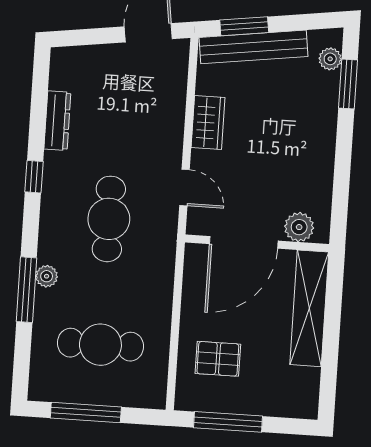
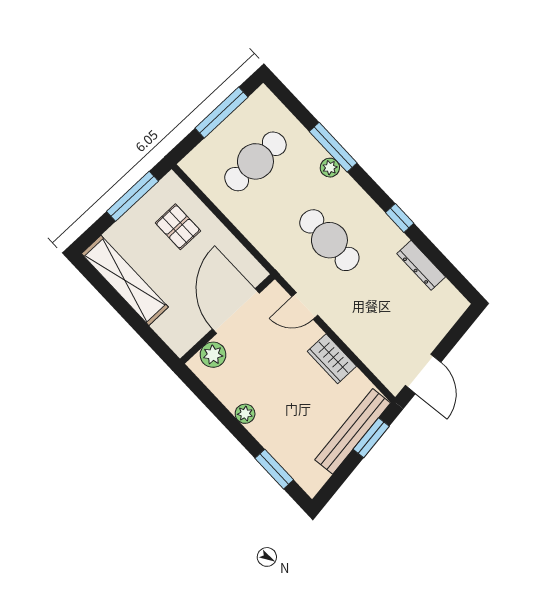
plant: (330, 59) -> (245, 414), moved
shelving: (309, 308) -> (125, 280), moved
pallet: (218, 359) -> (178, 227), turned 90

